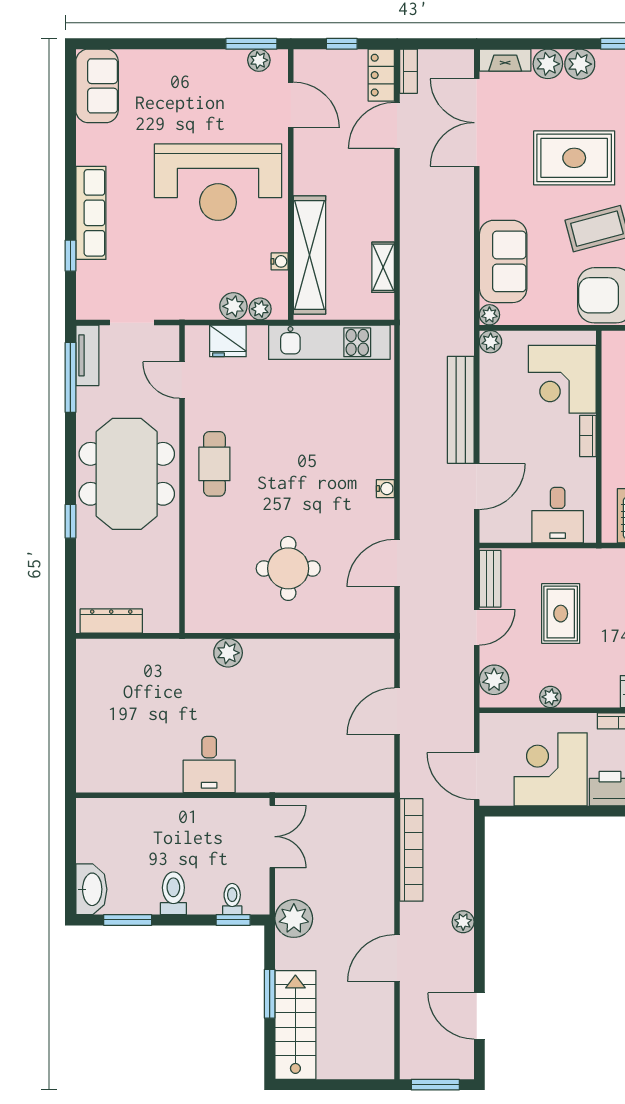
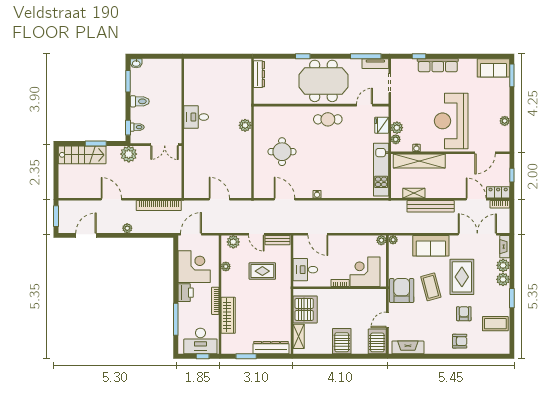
window: (251, 44) -> (512, 75), moved
plant: (259, 60) -> (505, 121), moved
sofa: (503, 261) -> (431, 246), moved
bench: (461, 410) -> (431, 206), moved
washbasin: (91, 889) -> (136, 63), width x0.52, depth x0.69

